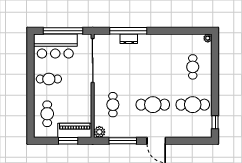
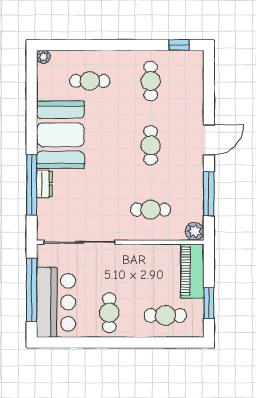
booth: (159, 49) -> (60, 135), added
cafe table: (153, 105) -> (151, 145), width x0.73, depth x0.74
cafe table: (193, 105) -> (151, 81), width x0.73, depth x0.74
window: (68, 141) -> (209, 303), moved

